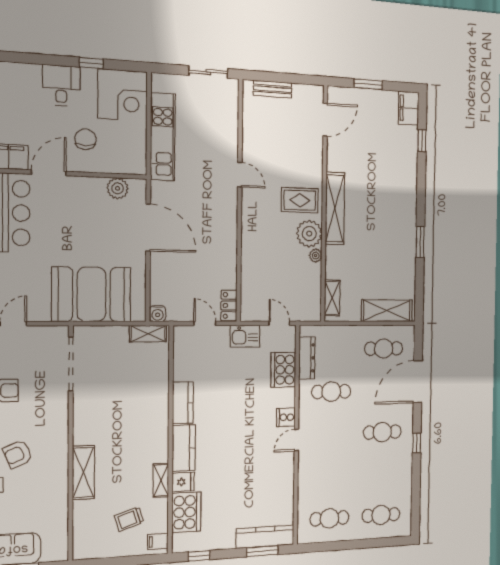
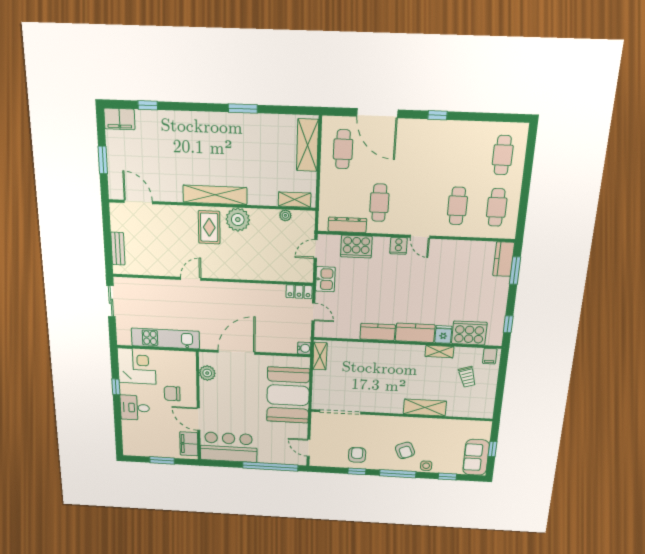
plant: (316, 256) -> (285, 215), moved
door: (205, 323) -> (313, 312), swing flipped
cafe table: (382, 432) -> (457, 206), moved
kitchen counter: (265, 537) -> (504, 259), width x0.67

